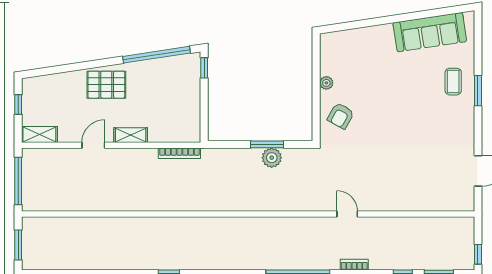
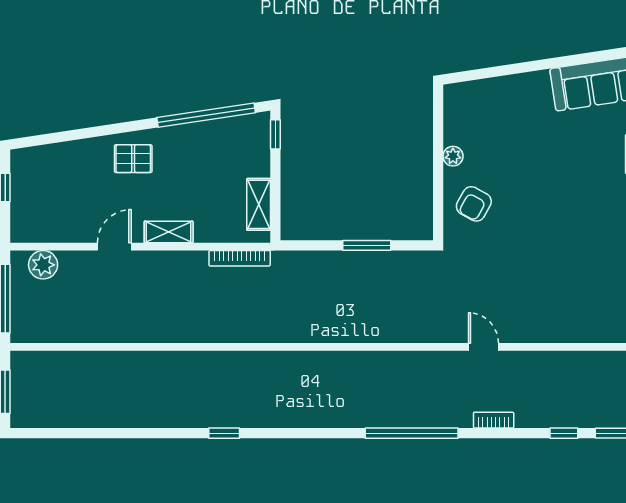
pallet: (106, 85) -> (133, 159), width x0.67, depth x0.71
shelving: (39, 135) -> (259, 204), moved, turned 90
plant: (272, 158) -> (43, 265), moved

